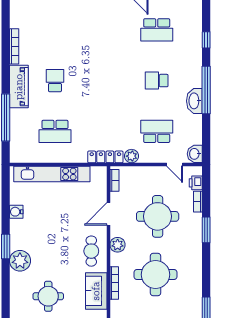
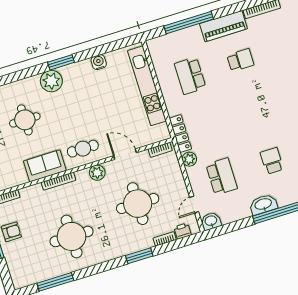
round table: (155, 275) -> (72, 236), moved

